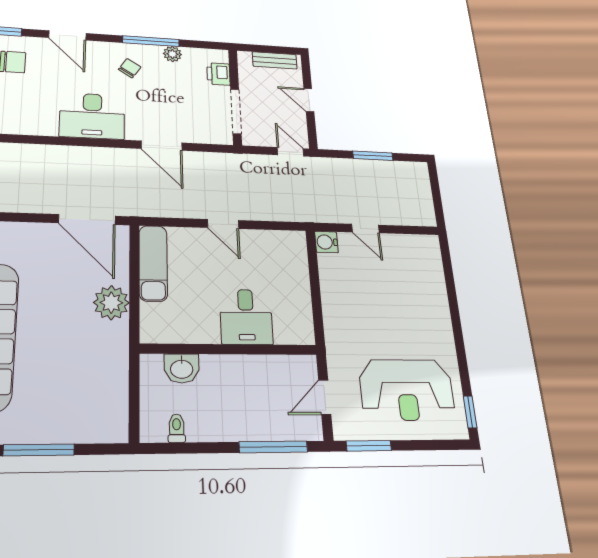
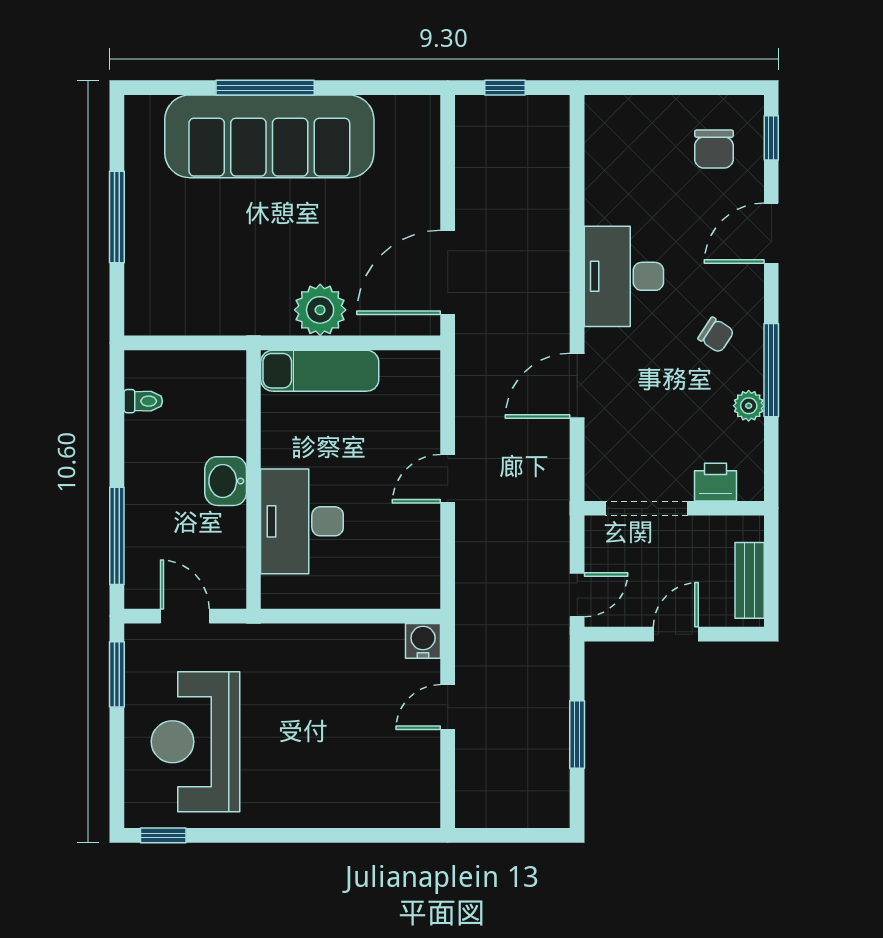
exam couch: (153, 263) -> (320, 371), moved
desk: (246, 317) -> (302, 521), width x1.37
washbasin: (182, 368) -> (226, 481), moved

